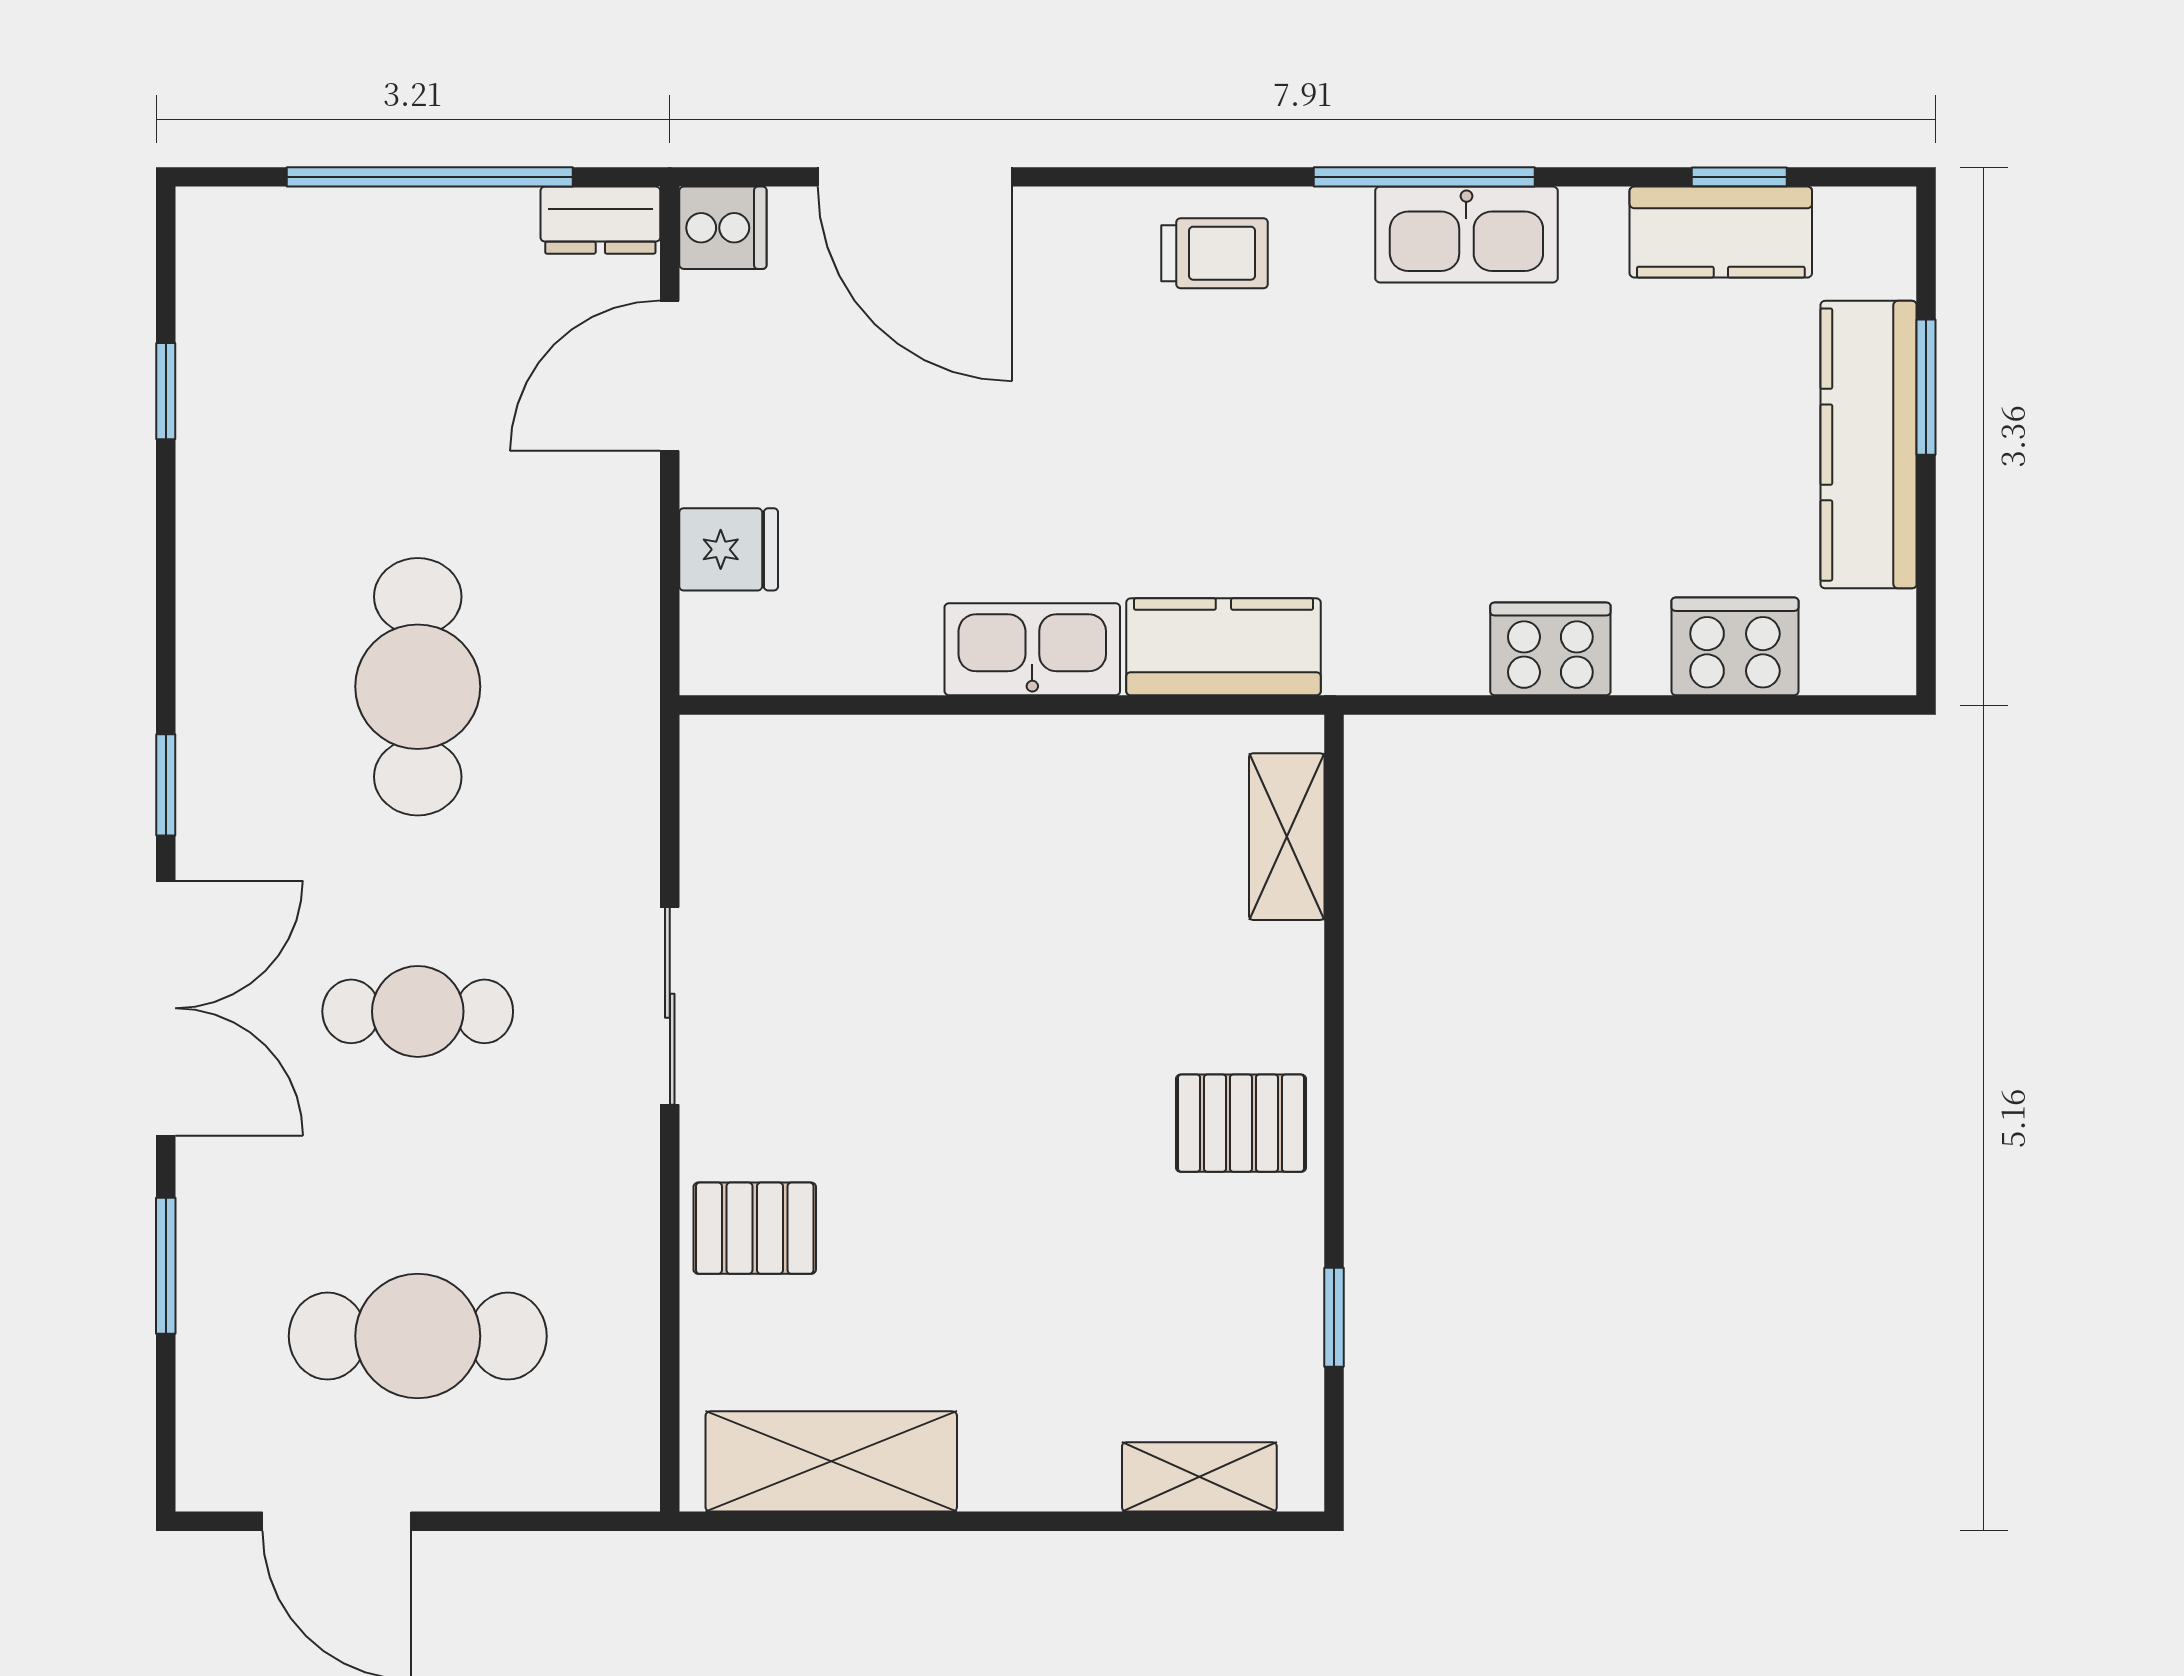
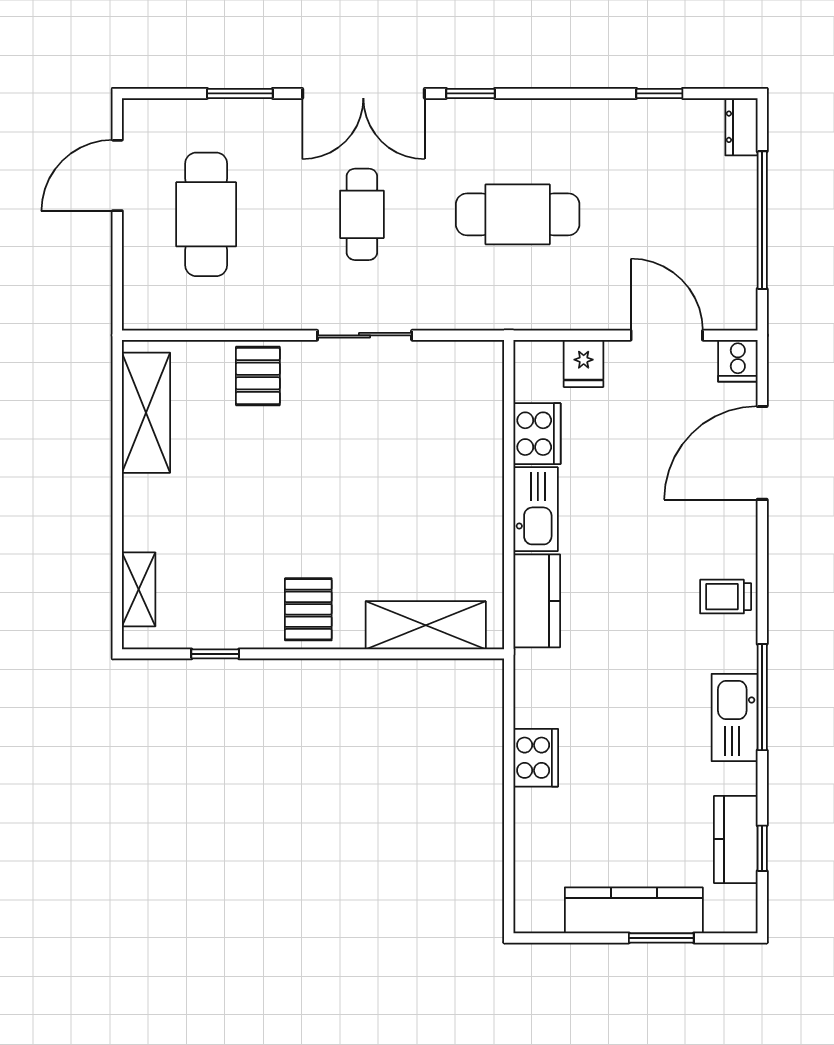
dresser: (600, 220) -> (741, 127), moved
trolley: (1215, 253) -> (726, 597), turned 90
cooker: (1735, 646) -> (537, 434), moved
shelving: (1287, 837) -> (426, 625), width x1.50, depth x1.33

